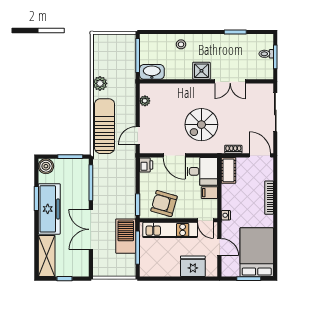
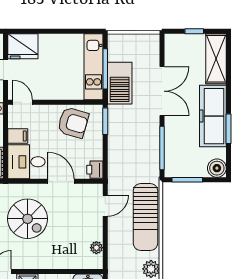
spiral stairs: (201, 125) -> (28, 219), turned 90
kitchen unit: (170, 230) -> (93, 67), moved, turned -90
fridge: (193, 266) -> (23, 46), moved

